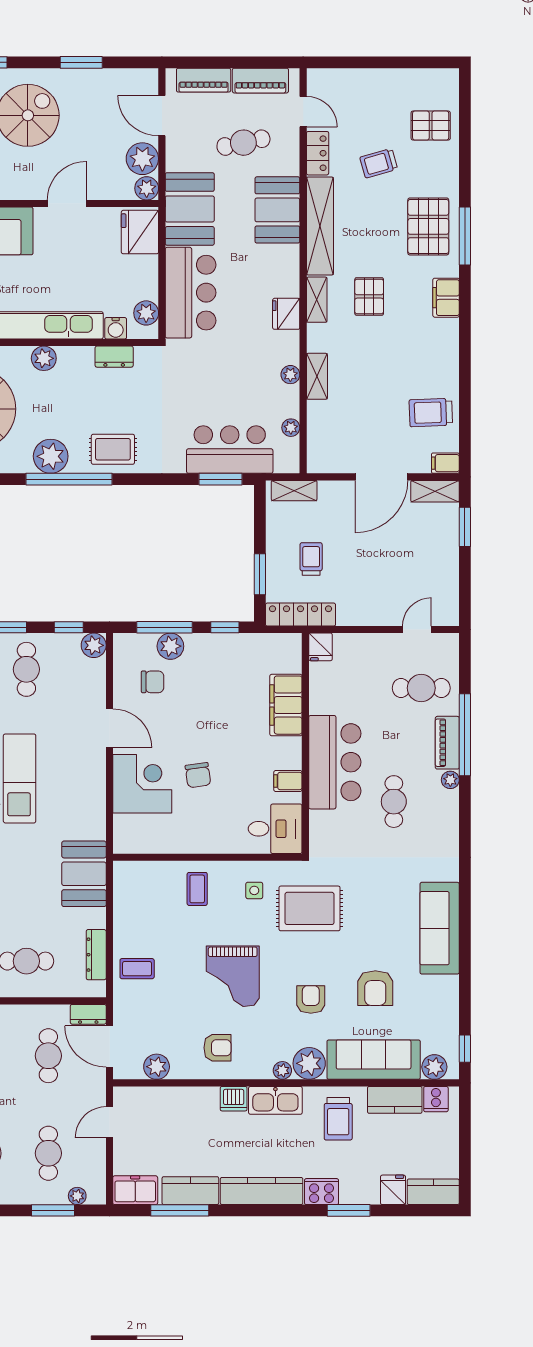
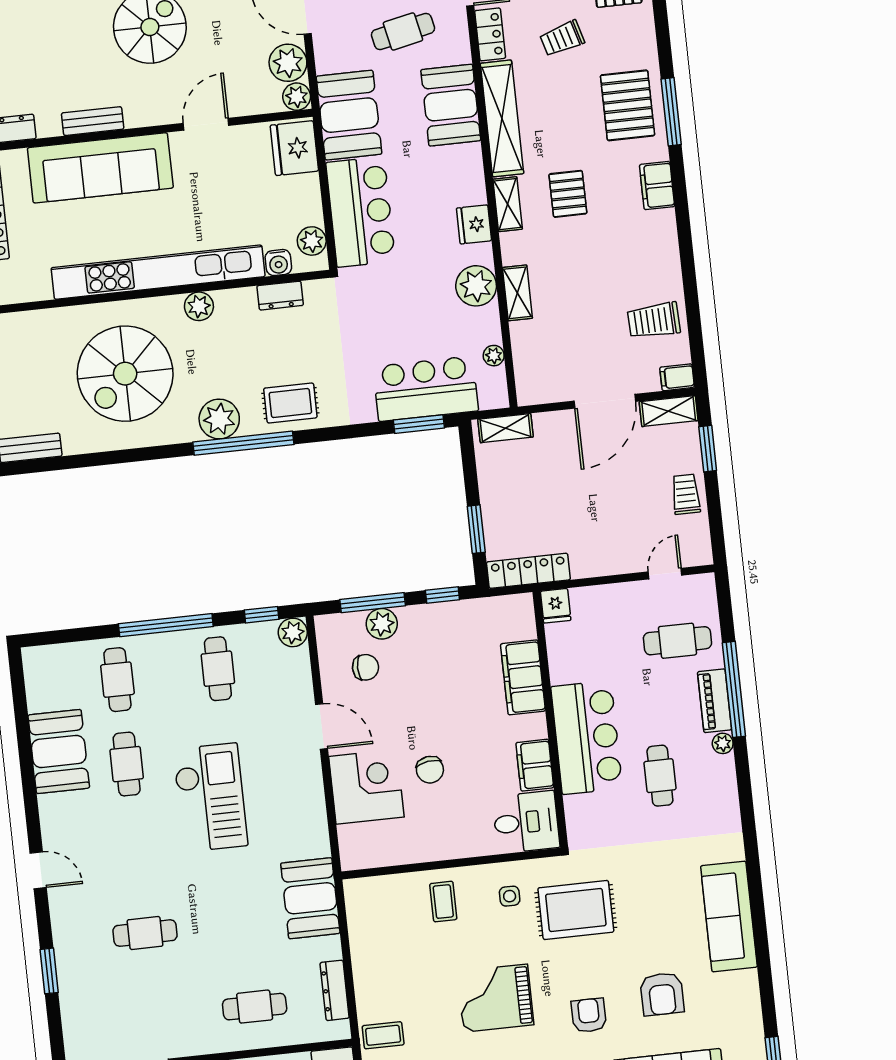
plant: (290, 375) -> (476, 286), width x1.87, depth x1.87
trolley: (311, 559) -> (686, 494), moved
filing cabinet: (288, 781) -> (535, 765), width x2.00
coffee table: (137, 969) -> (383, 1035), moved
grand piano: (233, 976) -> (495, 998), turned 90

